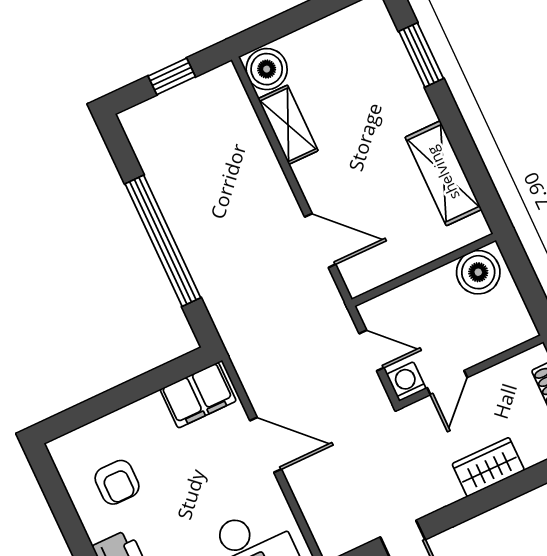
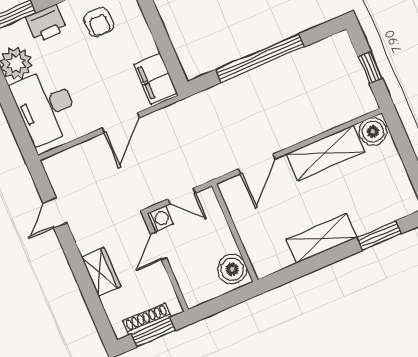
shelving: (288, 125) -> (325, 153), width x1.50, depth x1.33
shelving: (443, 173) -> (322, 238), moved
door: (372, 351) -> (182, 196), hinge flipped
door: (447, 383) -> (159, 246), hinge flipped
armchair: (117, 482) -> (99, 22), turned -90

